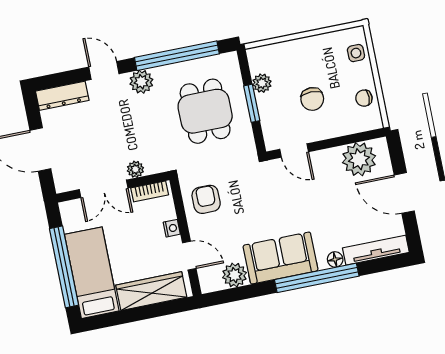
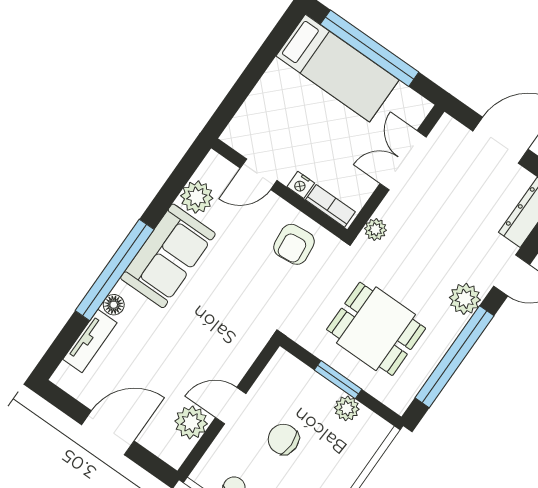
door: (294, 150) -> (231, 406), moved
plant: (359, 159) -> (191, 422), width x0.73, depth x0.73
plant: (135, 169) -> (375, 229), moved
bookcase: (150, 191) -> (330, 206), moved, turned 90
armchair: (206, 199) -> (294, 244), turned 84
tv unit: (376, 250) -> (90, 341), width x0.71
wardrobe: (151, 291) -> (263, 105), removed

